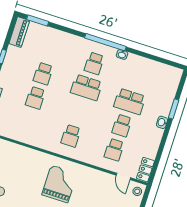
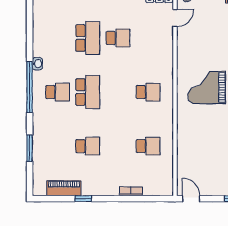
window: (38, 20) -> (30, 148), moved
piano: (19, 32) -> (64, 188), moved
school desk: (35, 98) -> (148, 146), moved
school desk: (114, 150) -> (148, 38), removed

